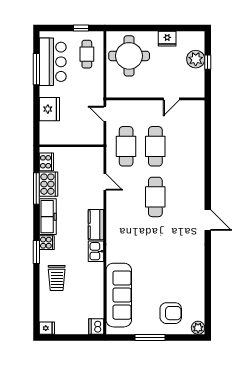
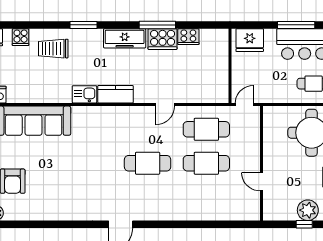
wall: (71, 146) -> (230, 66), moved
cooker: (47, 243) -> (21, 37), moved

